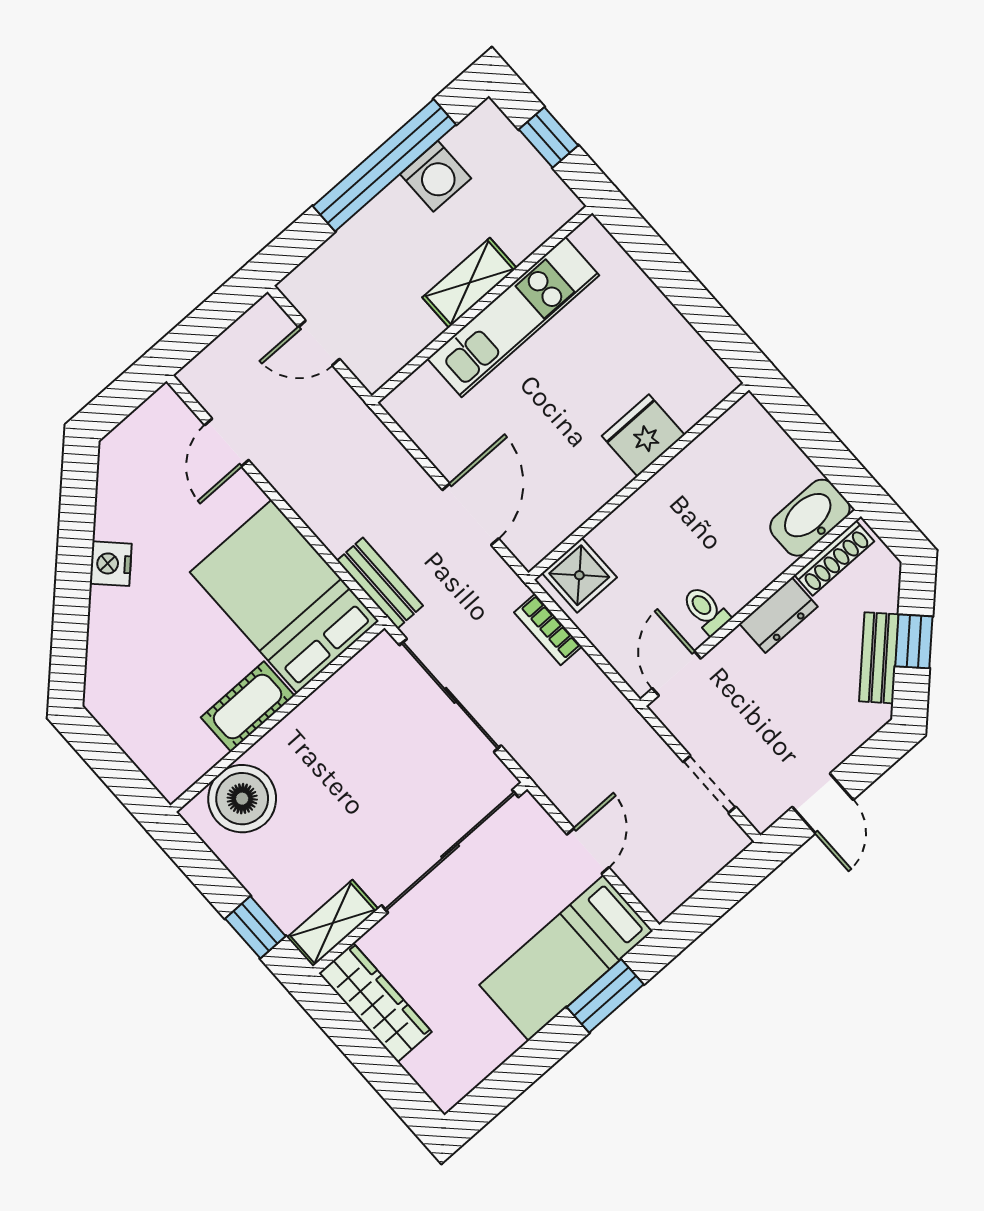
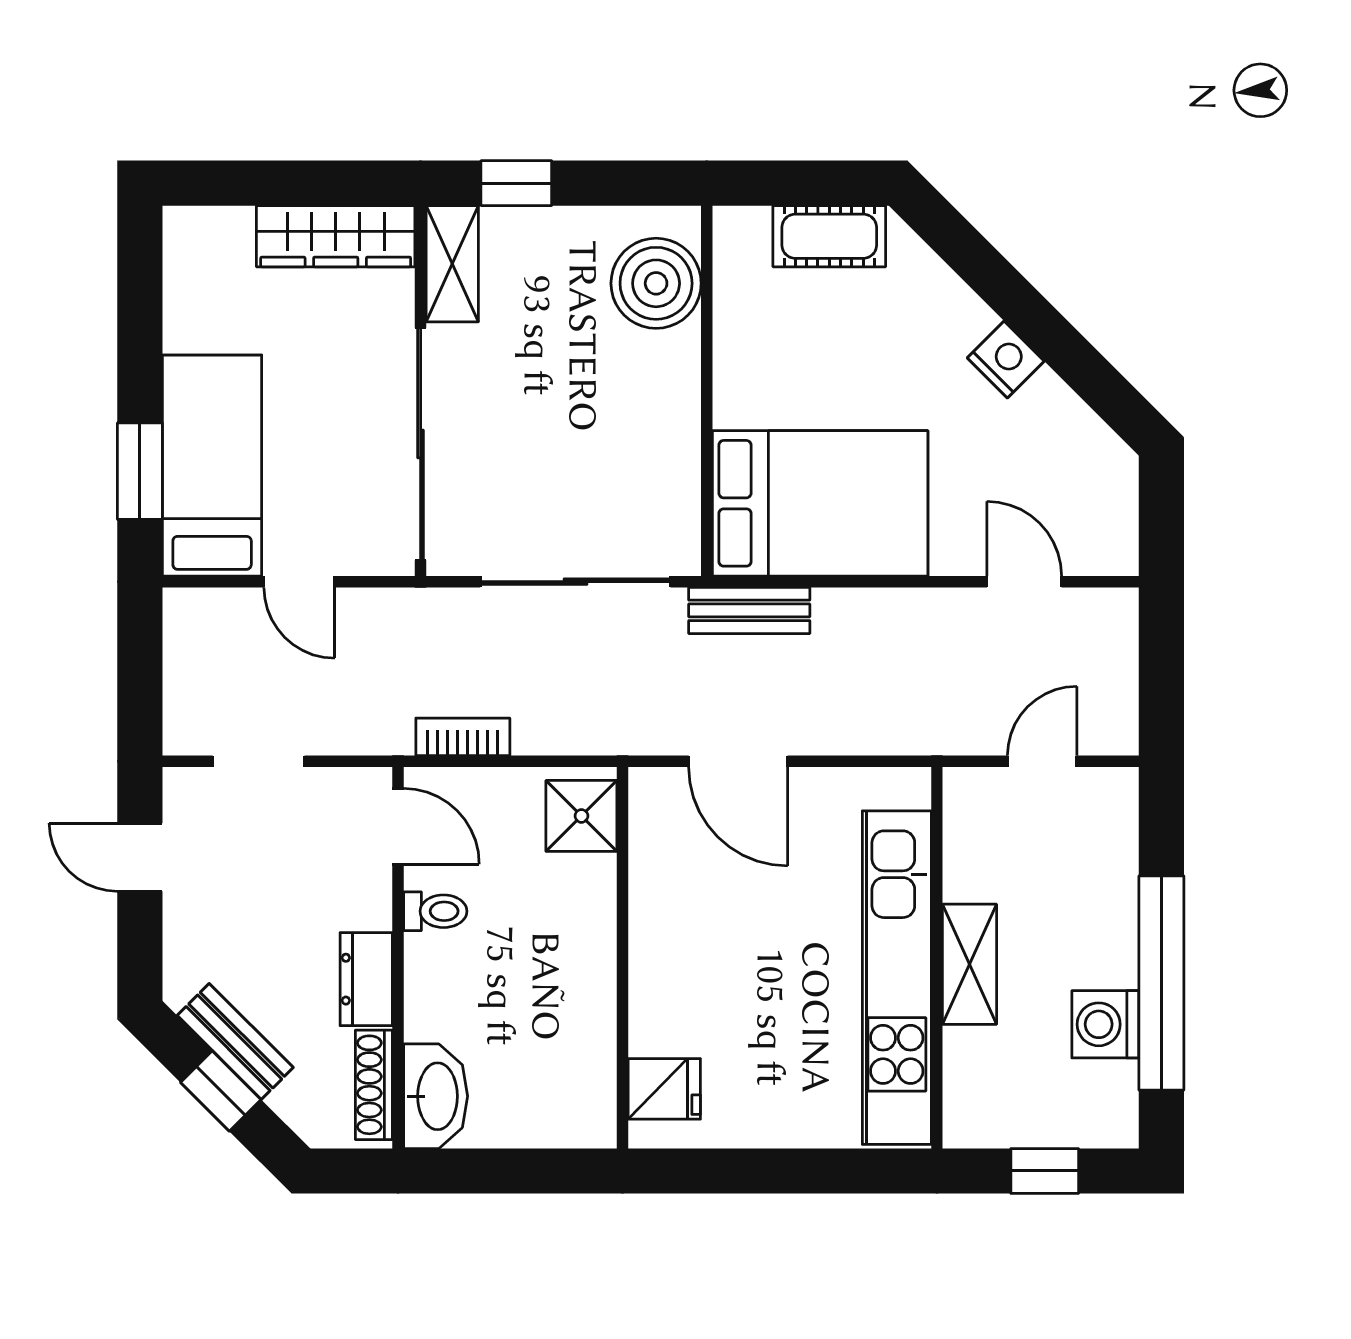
kitchen unit: (513, 317) -> (897, 978), width x1.36
fridge: (643, 435) -> (664, 1089), moved, width x0.72
bookcase: (548, 629) -> (463, 737), moved
cot: (248, 707) -> (829, 236), moved, turned 90

